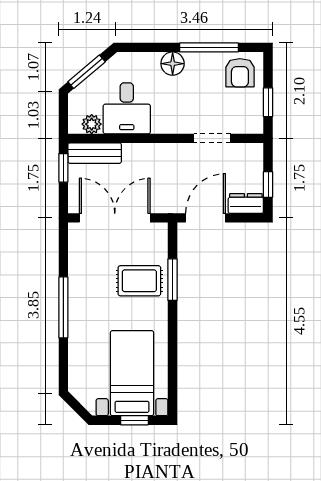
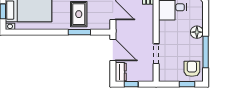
armchair: (240, 73) -> (192, 69), turned 90
window: (268, 102) -> (187, 84), moved

